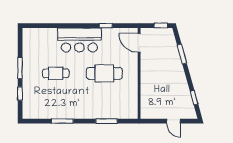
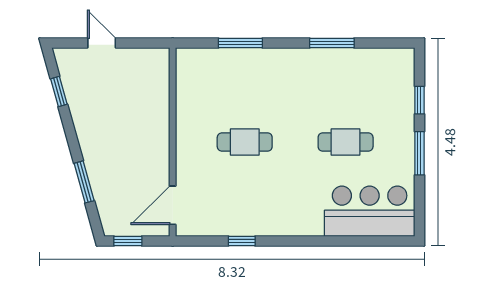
bar counter: (79, 40) -> (370, 211), moved
door: (139, 43) -> (173, 205), swing flipped
cafe table: (104, 73) -> (245, 142), width x0.73, depth x0.74

